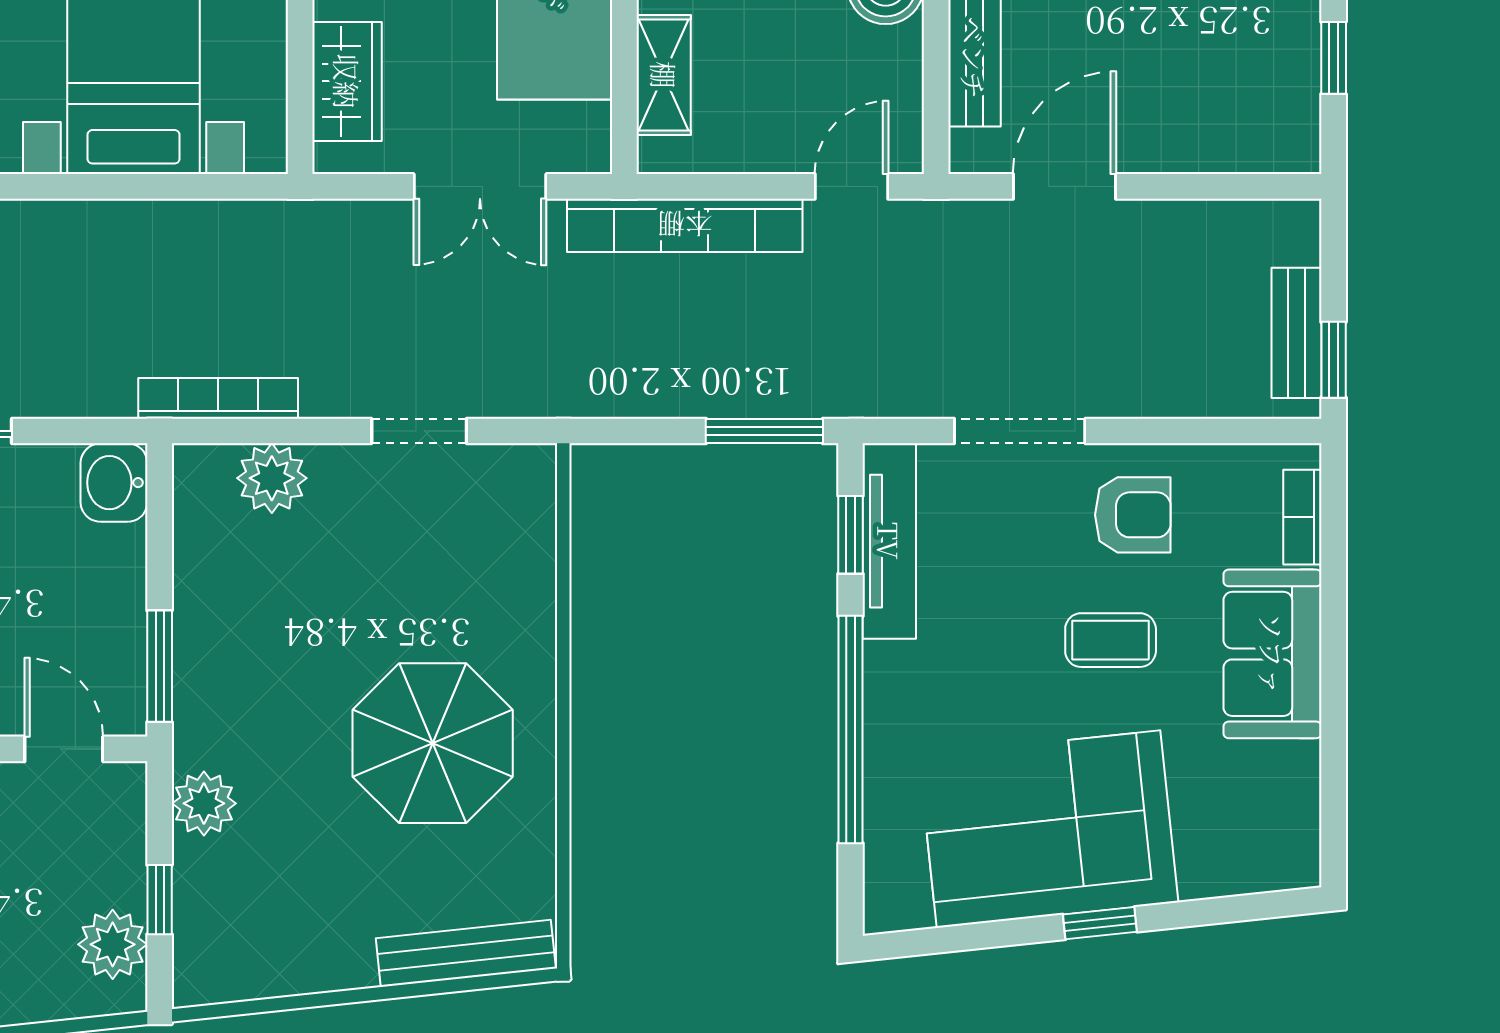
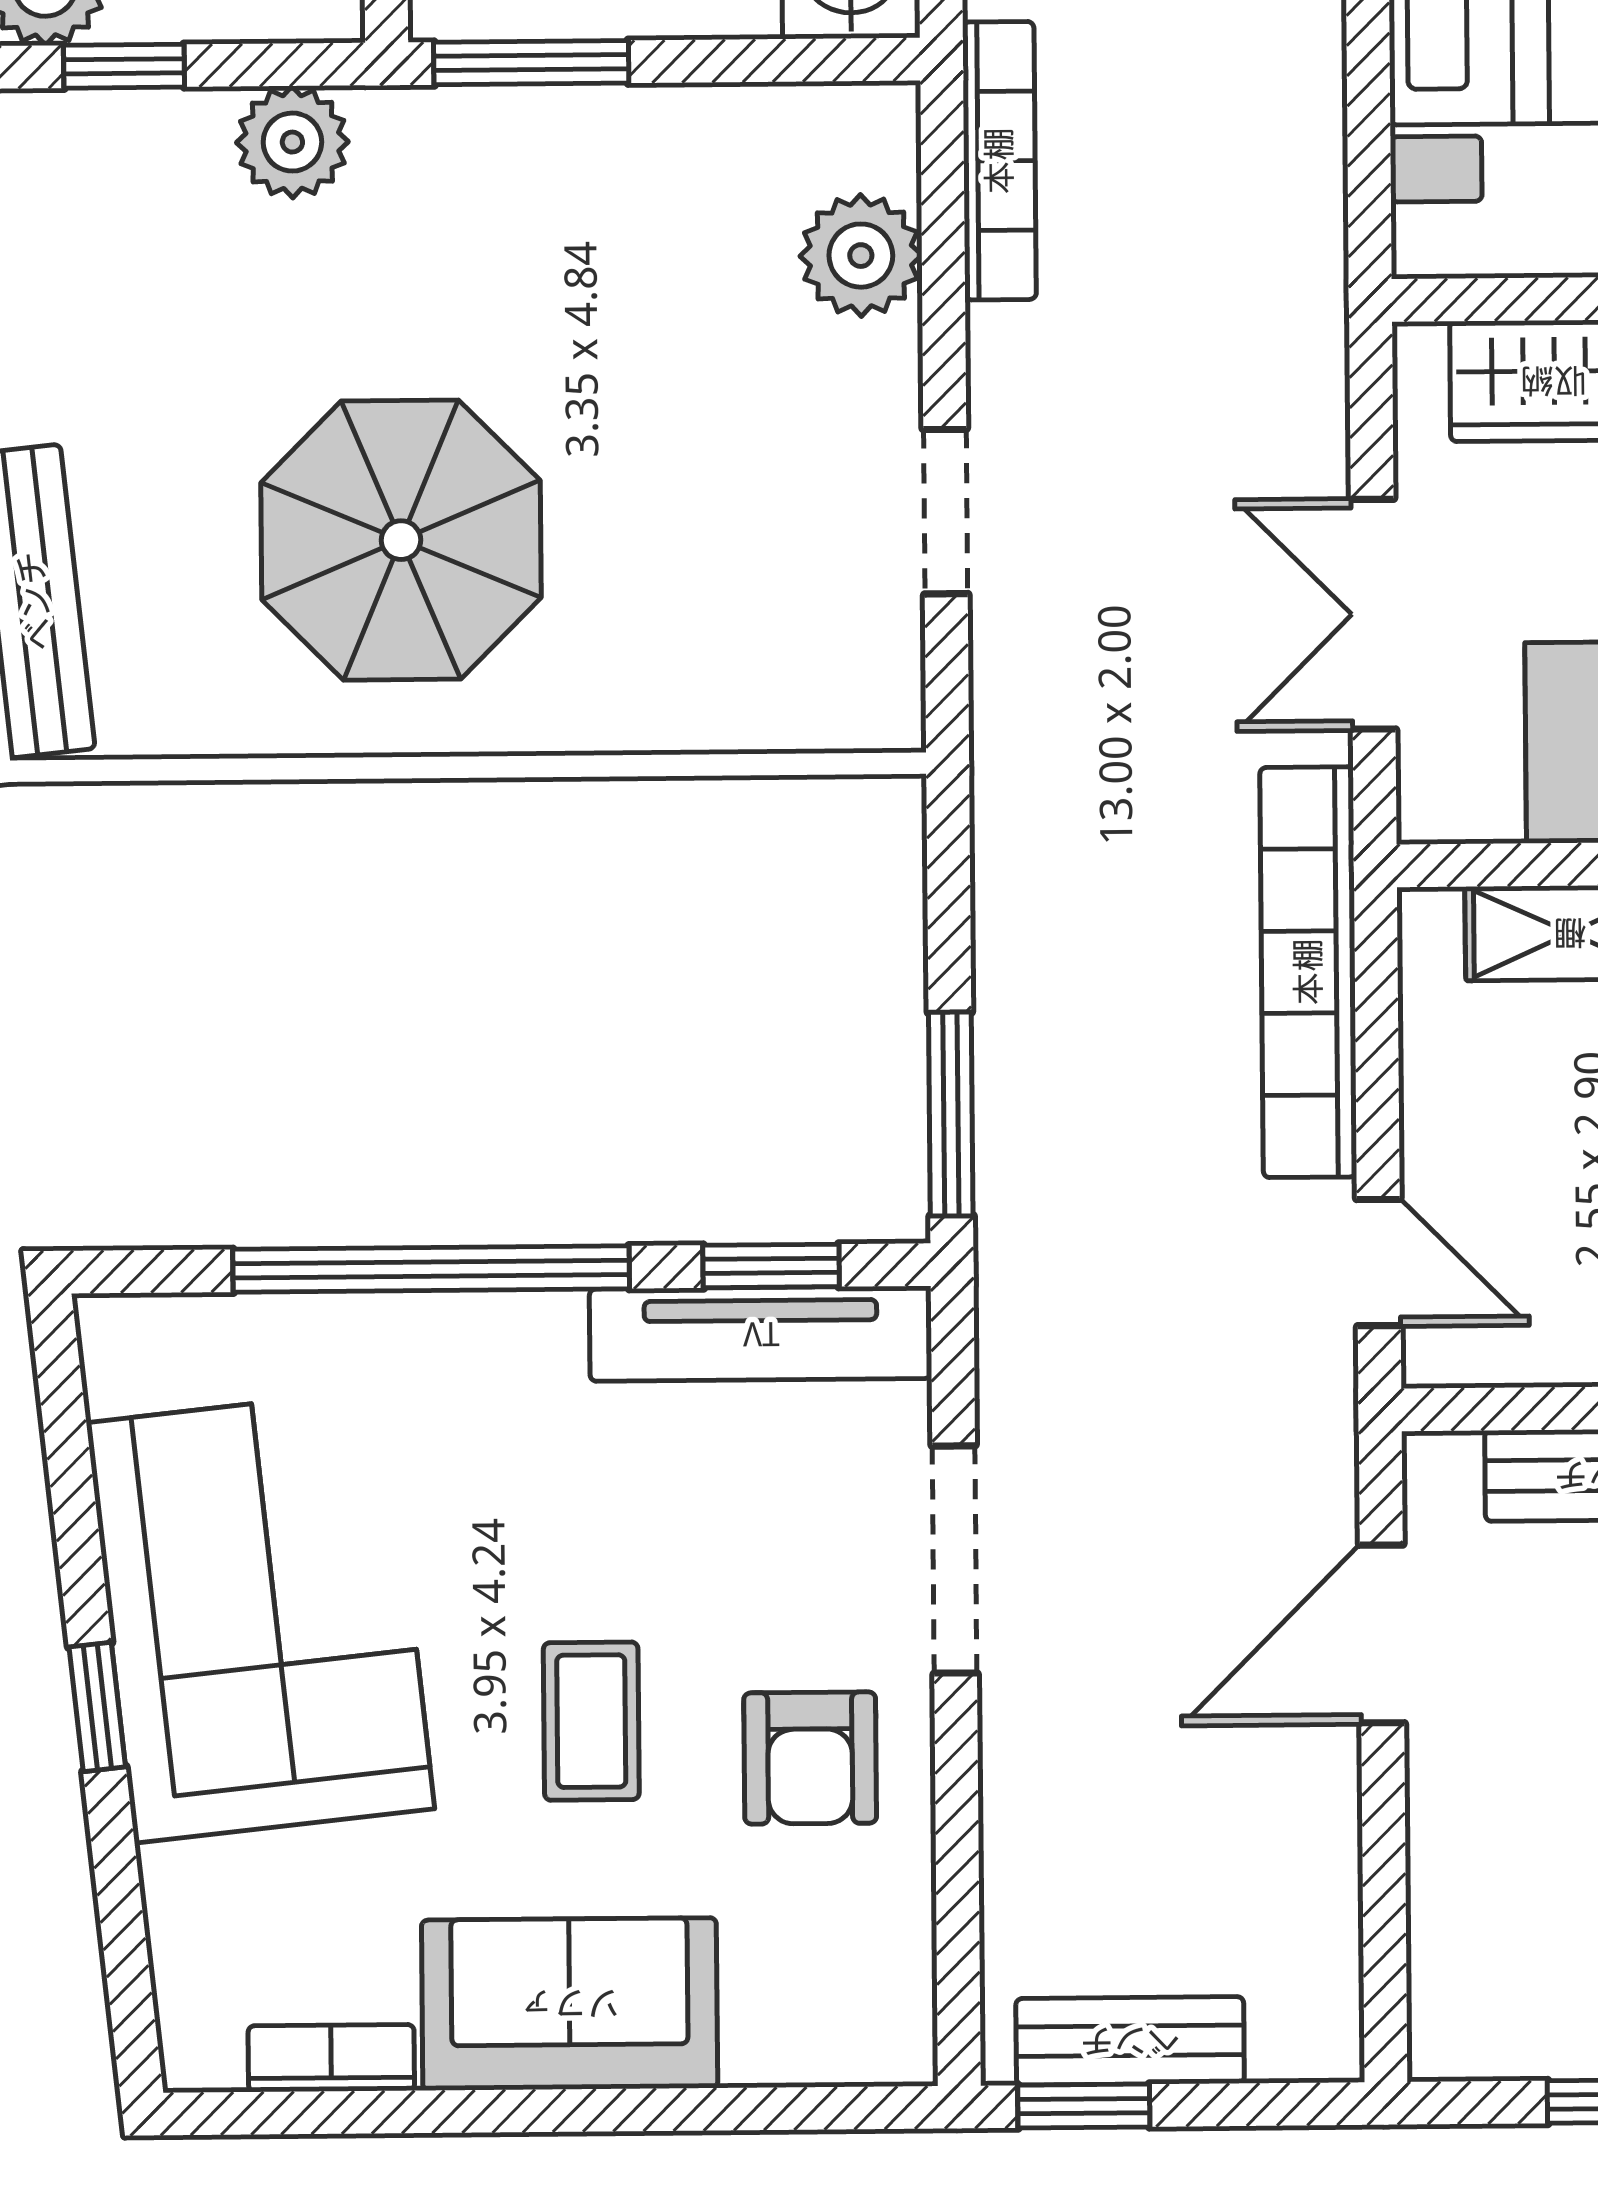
door: (1065, 186) -> (1382, 1634), swing flipped
bookcase: (1302, 517) -> (331, 2058), moved

